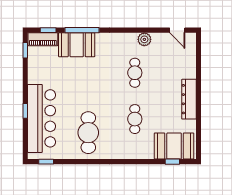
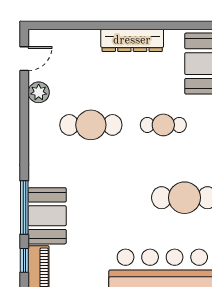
plant: (144, 39) -> (39, 92), moved
cafe table: (135, 73) -> (91, 125), width x1.37, depth x1.35

